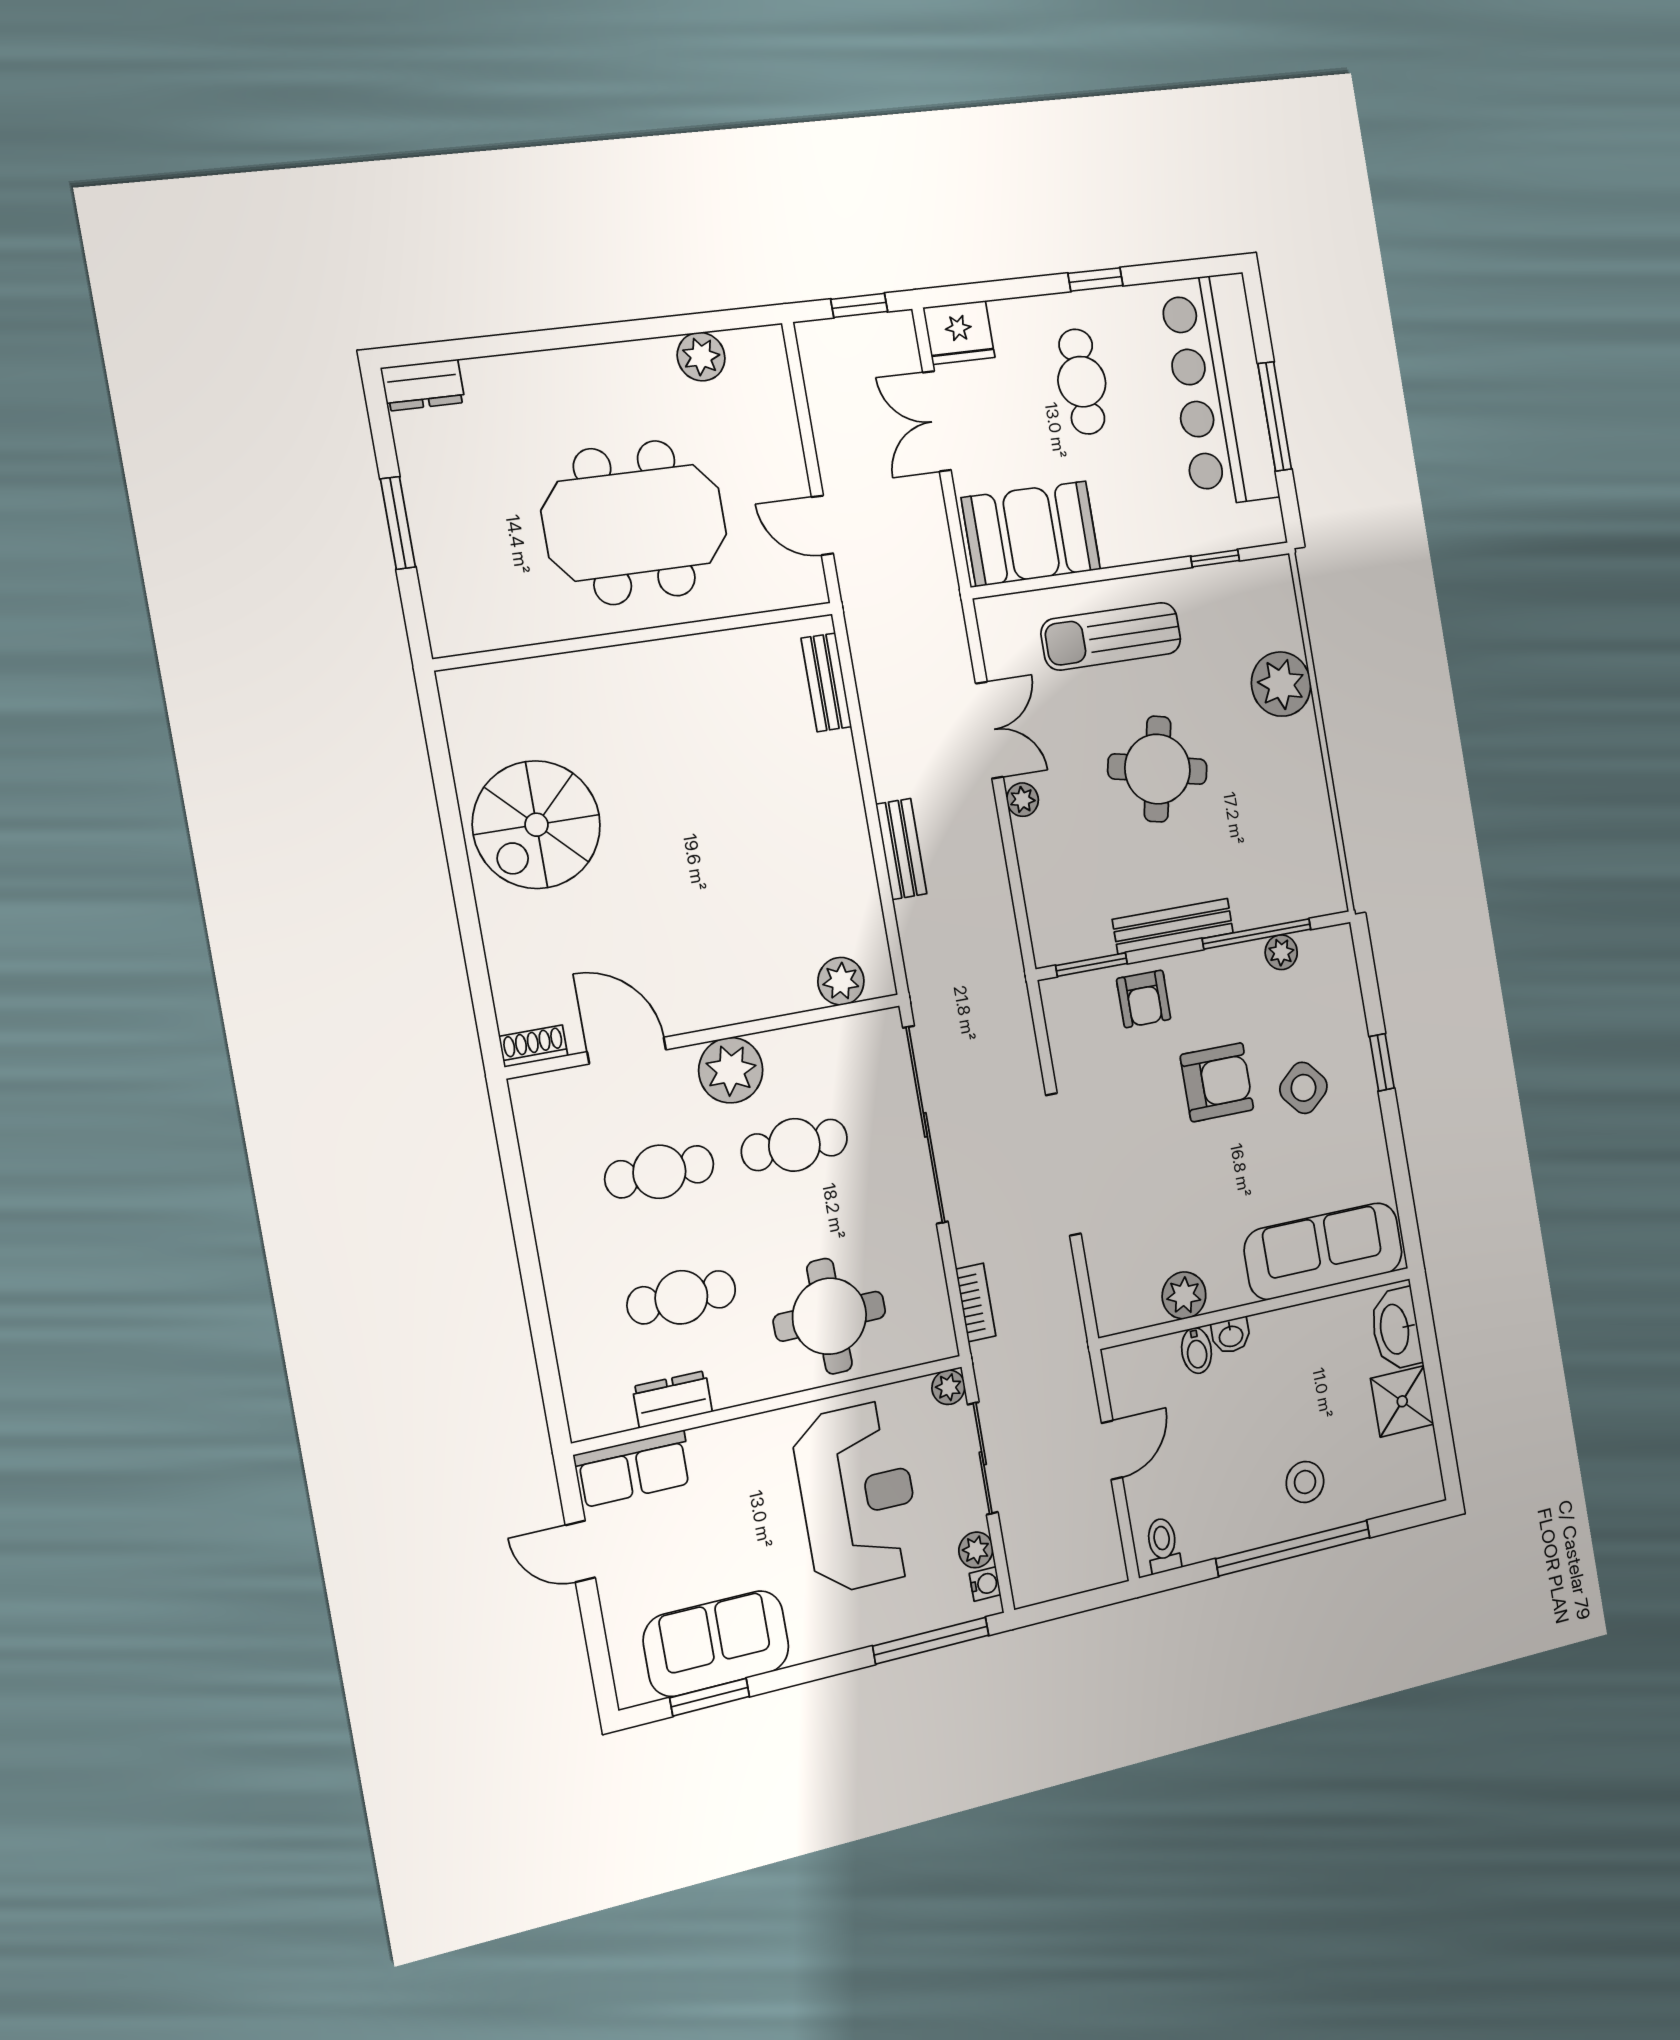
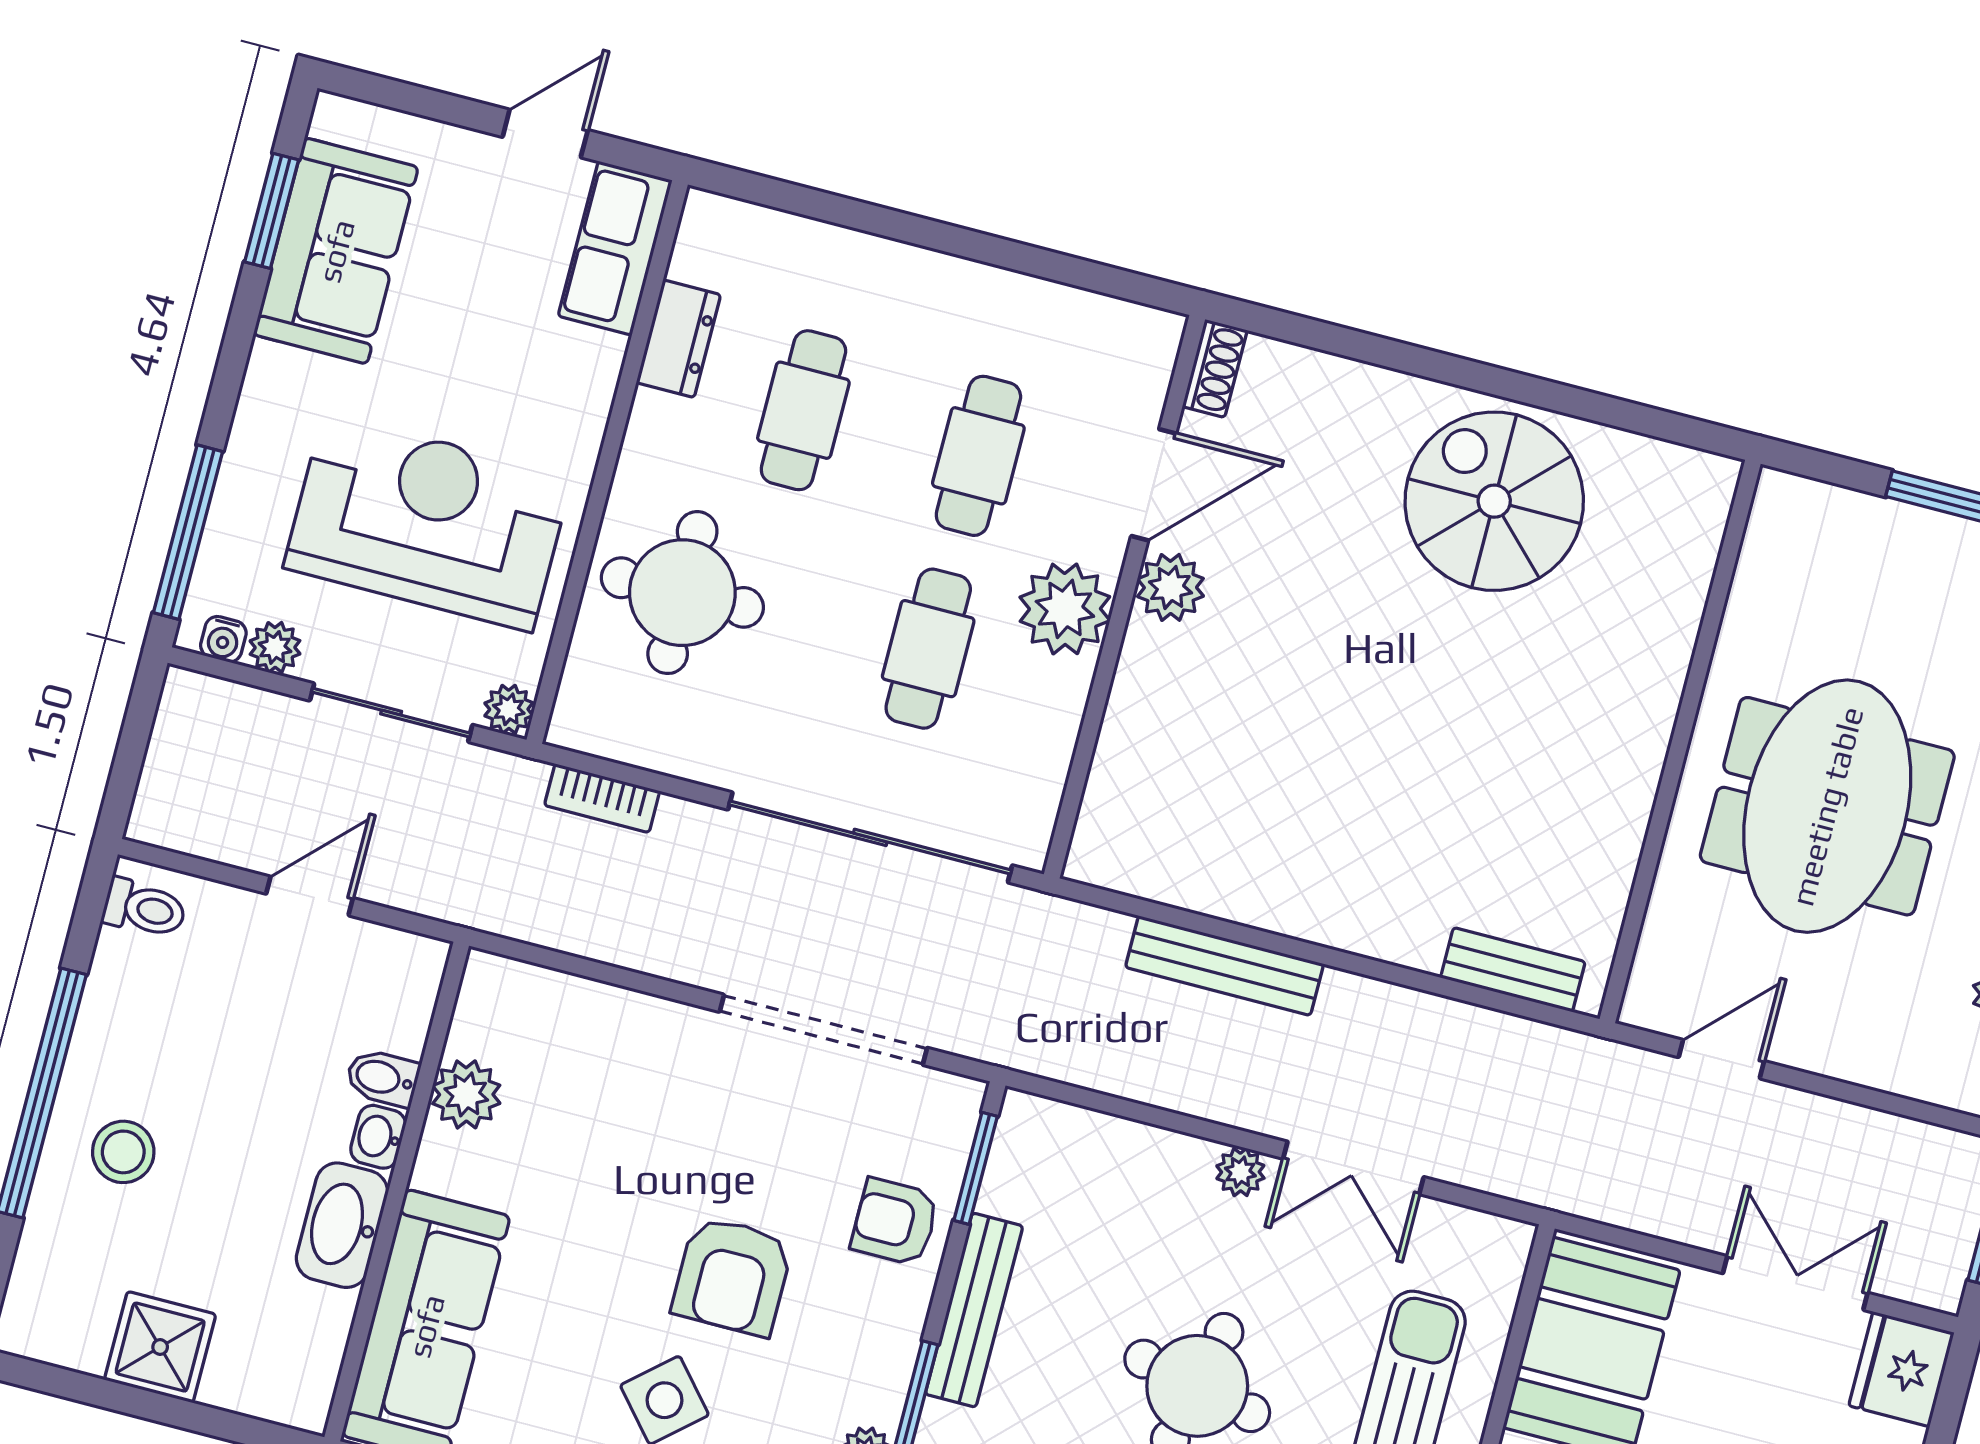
bench: (901, 849) -> (1225, 966), width x1.36
plant: (841, 981) -> (1170, 587), moved
doorway: (1063, 1164) -> (823, 1030), moved
washbasin: (1396, 1329) -> (342, 1225), moved, turned -90
door: (1112, 1450) -> (310, 896), swing flipped
reception desk: (858, 1497) -> (428, 522), turned 180

